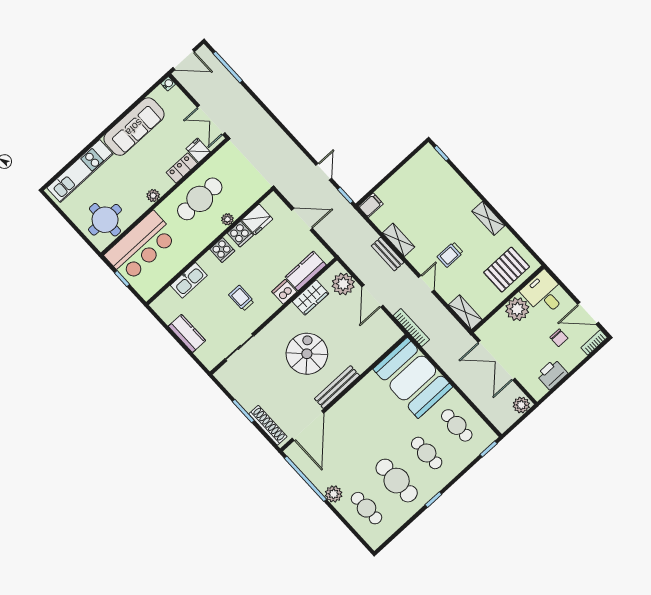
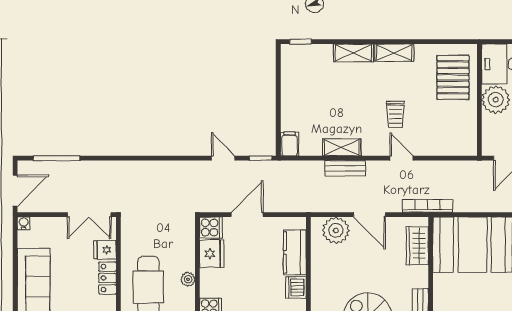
cooker: (240, 234) -> (211, 228), moved
wardrobe: (311, 298) -> (417, 246), moved, turned 180
shelving: (465, 312) -> (353, 53), moved

